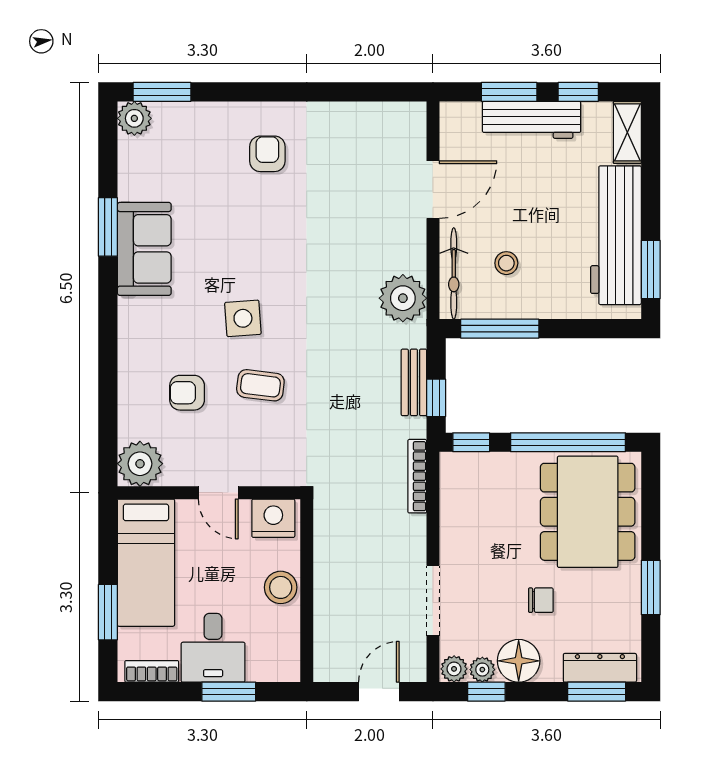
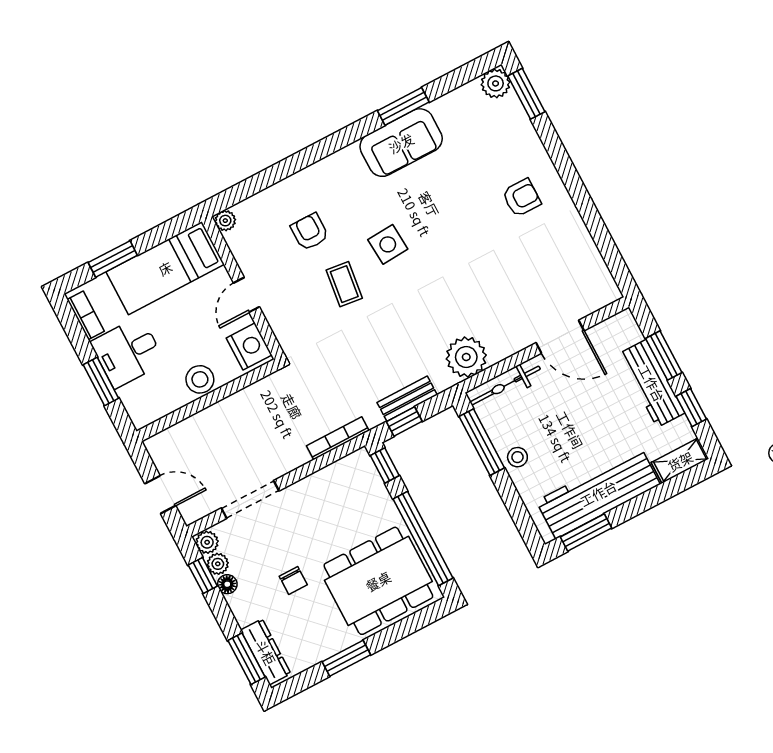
stool: (506, 263) -> (517, 457), moved
plant: (140, 464) -> (225, 221), width x0.53, depth x0.53
floor lamp: (519, 661) -> (227, 584), width x0.53, depth x0.53

